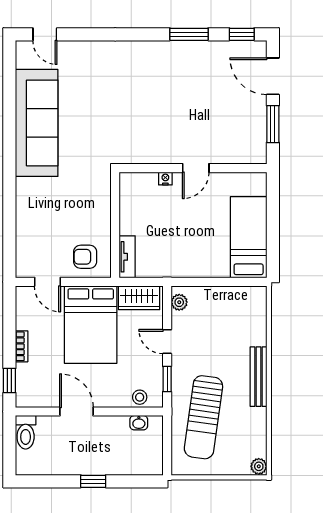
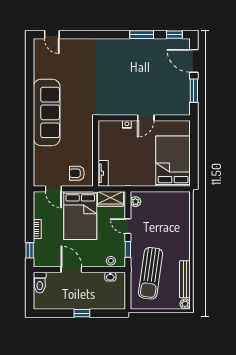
sofa: (37, 123) -> (47, 112), moved
bed: (249, 237) -> (173, 161), width x1.50
bench: (259, 377) -> (185, 279), moved

